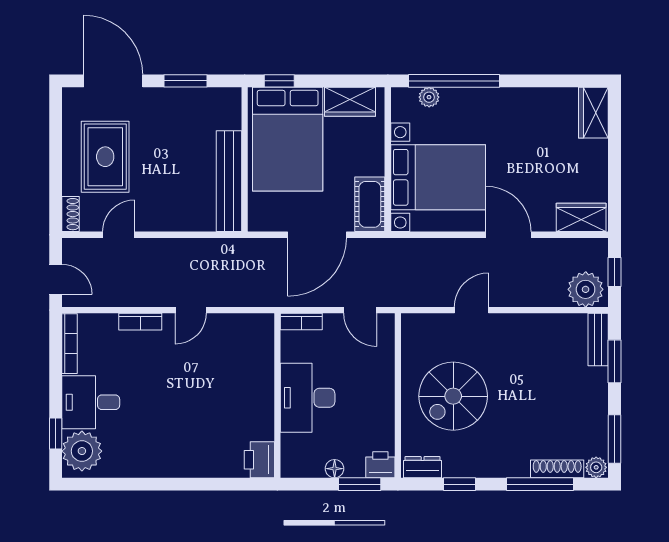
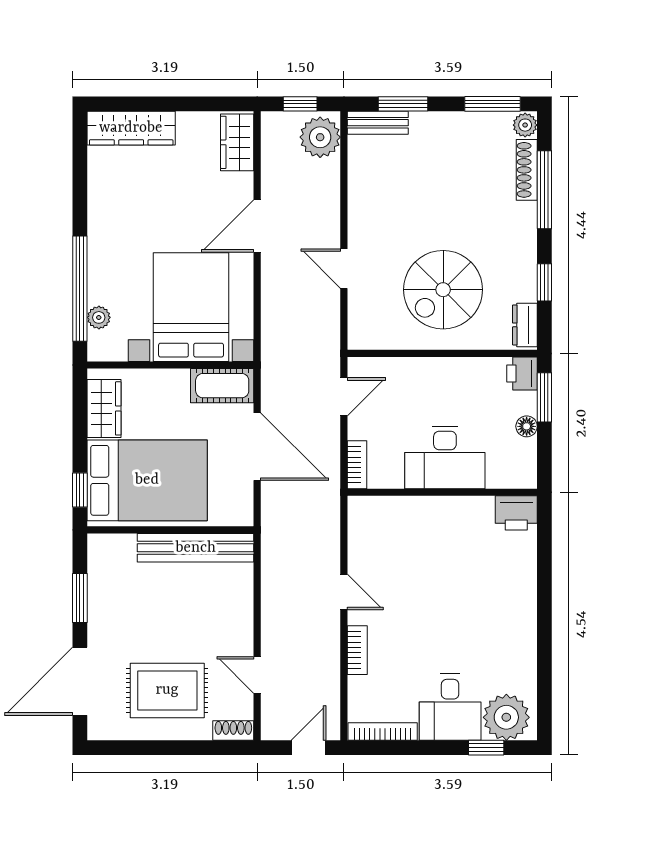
wardrobe: (593, 113) -> (131, 128), width x1.50
spiral stairs: (453, 396) -> (443, 290), turned 90

